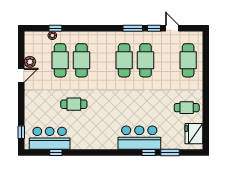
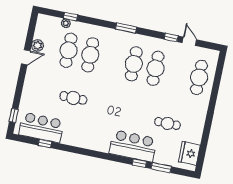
window: (133, 28) -> (126, 28), moved
cafe table: (187, 108) -> (167, 123), moved

